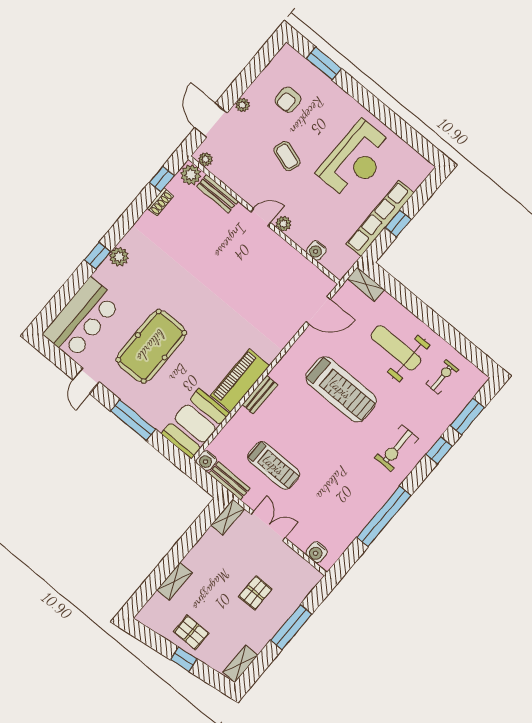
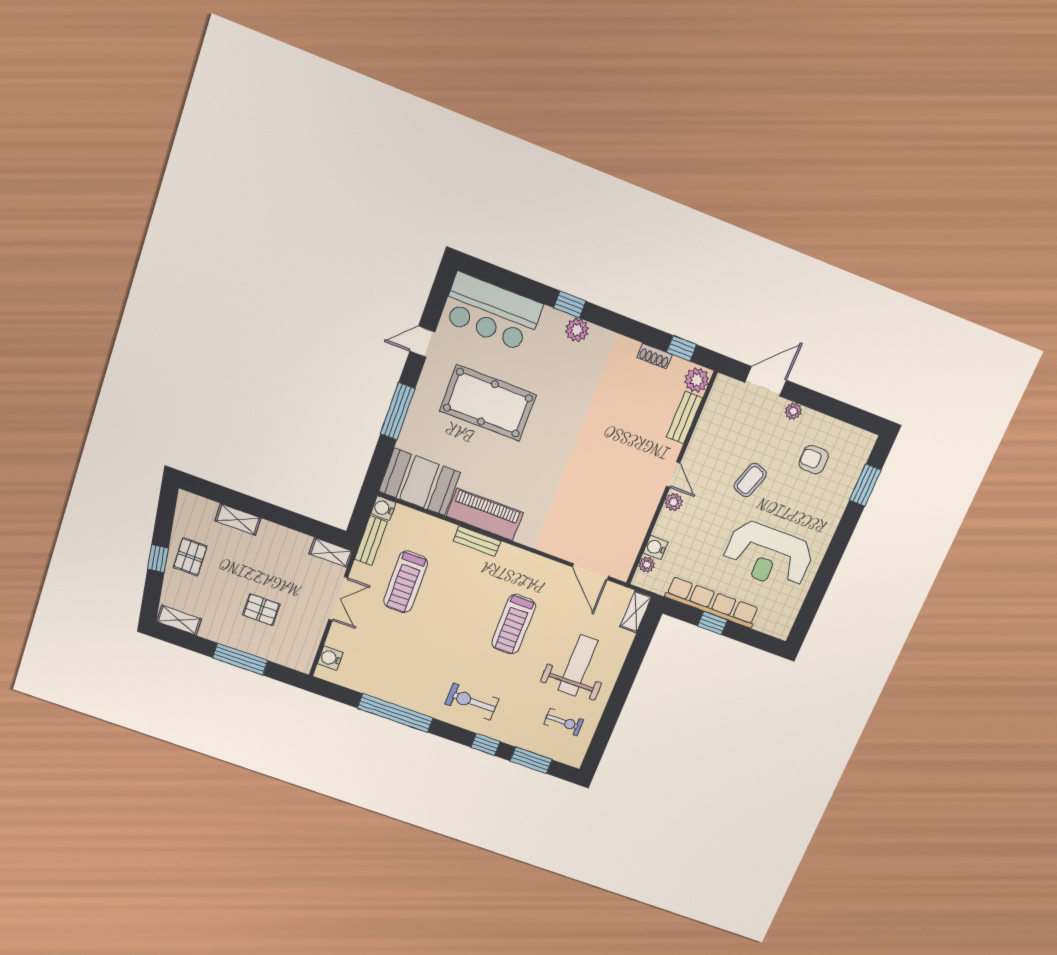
plant: (205, 159) -> (647, 565), moved
treadmill: (341, 389) -> (514, 624), width x0.73, depth x0.73

